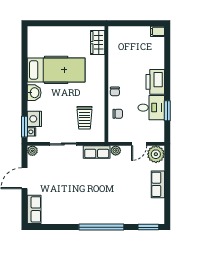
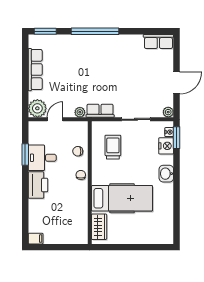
hospital bed: (56, 70) -> (122, 198), moved, turned 180
row of seats: (158, 184) -> (35, 70), width x1.48
row of seats: (34, 209) -> (158, 41), moved, turned -90

